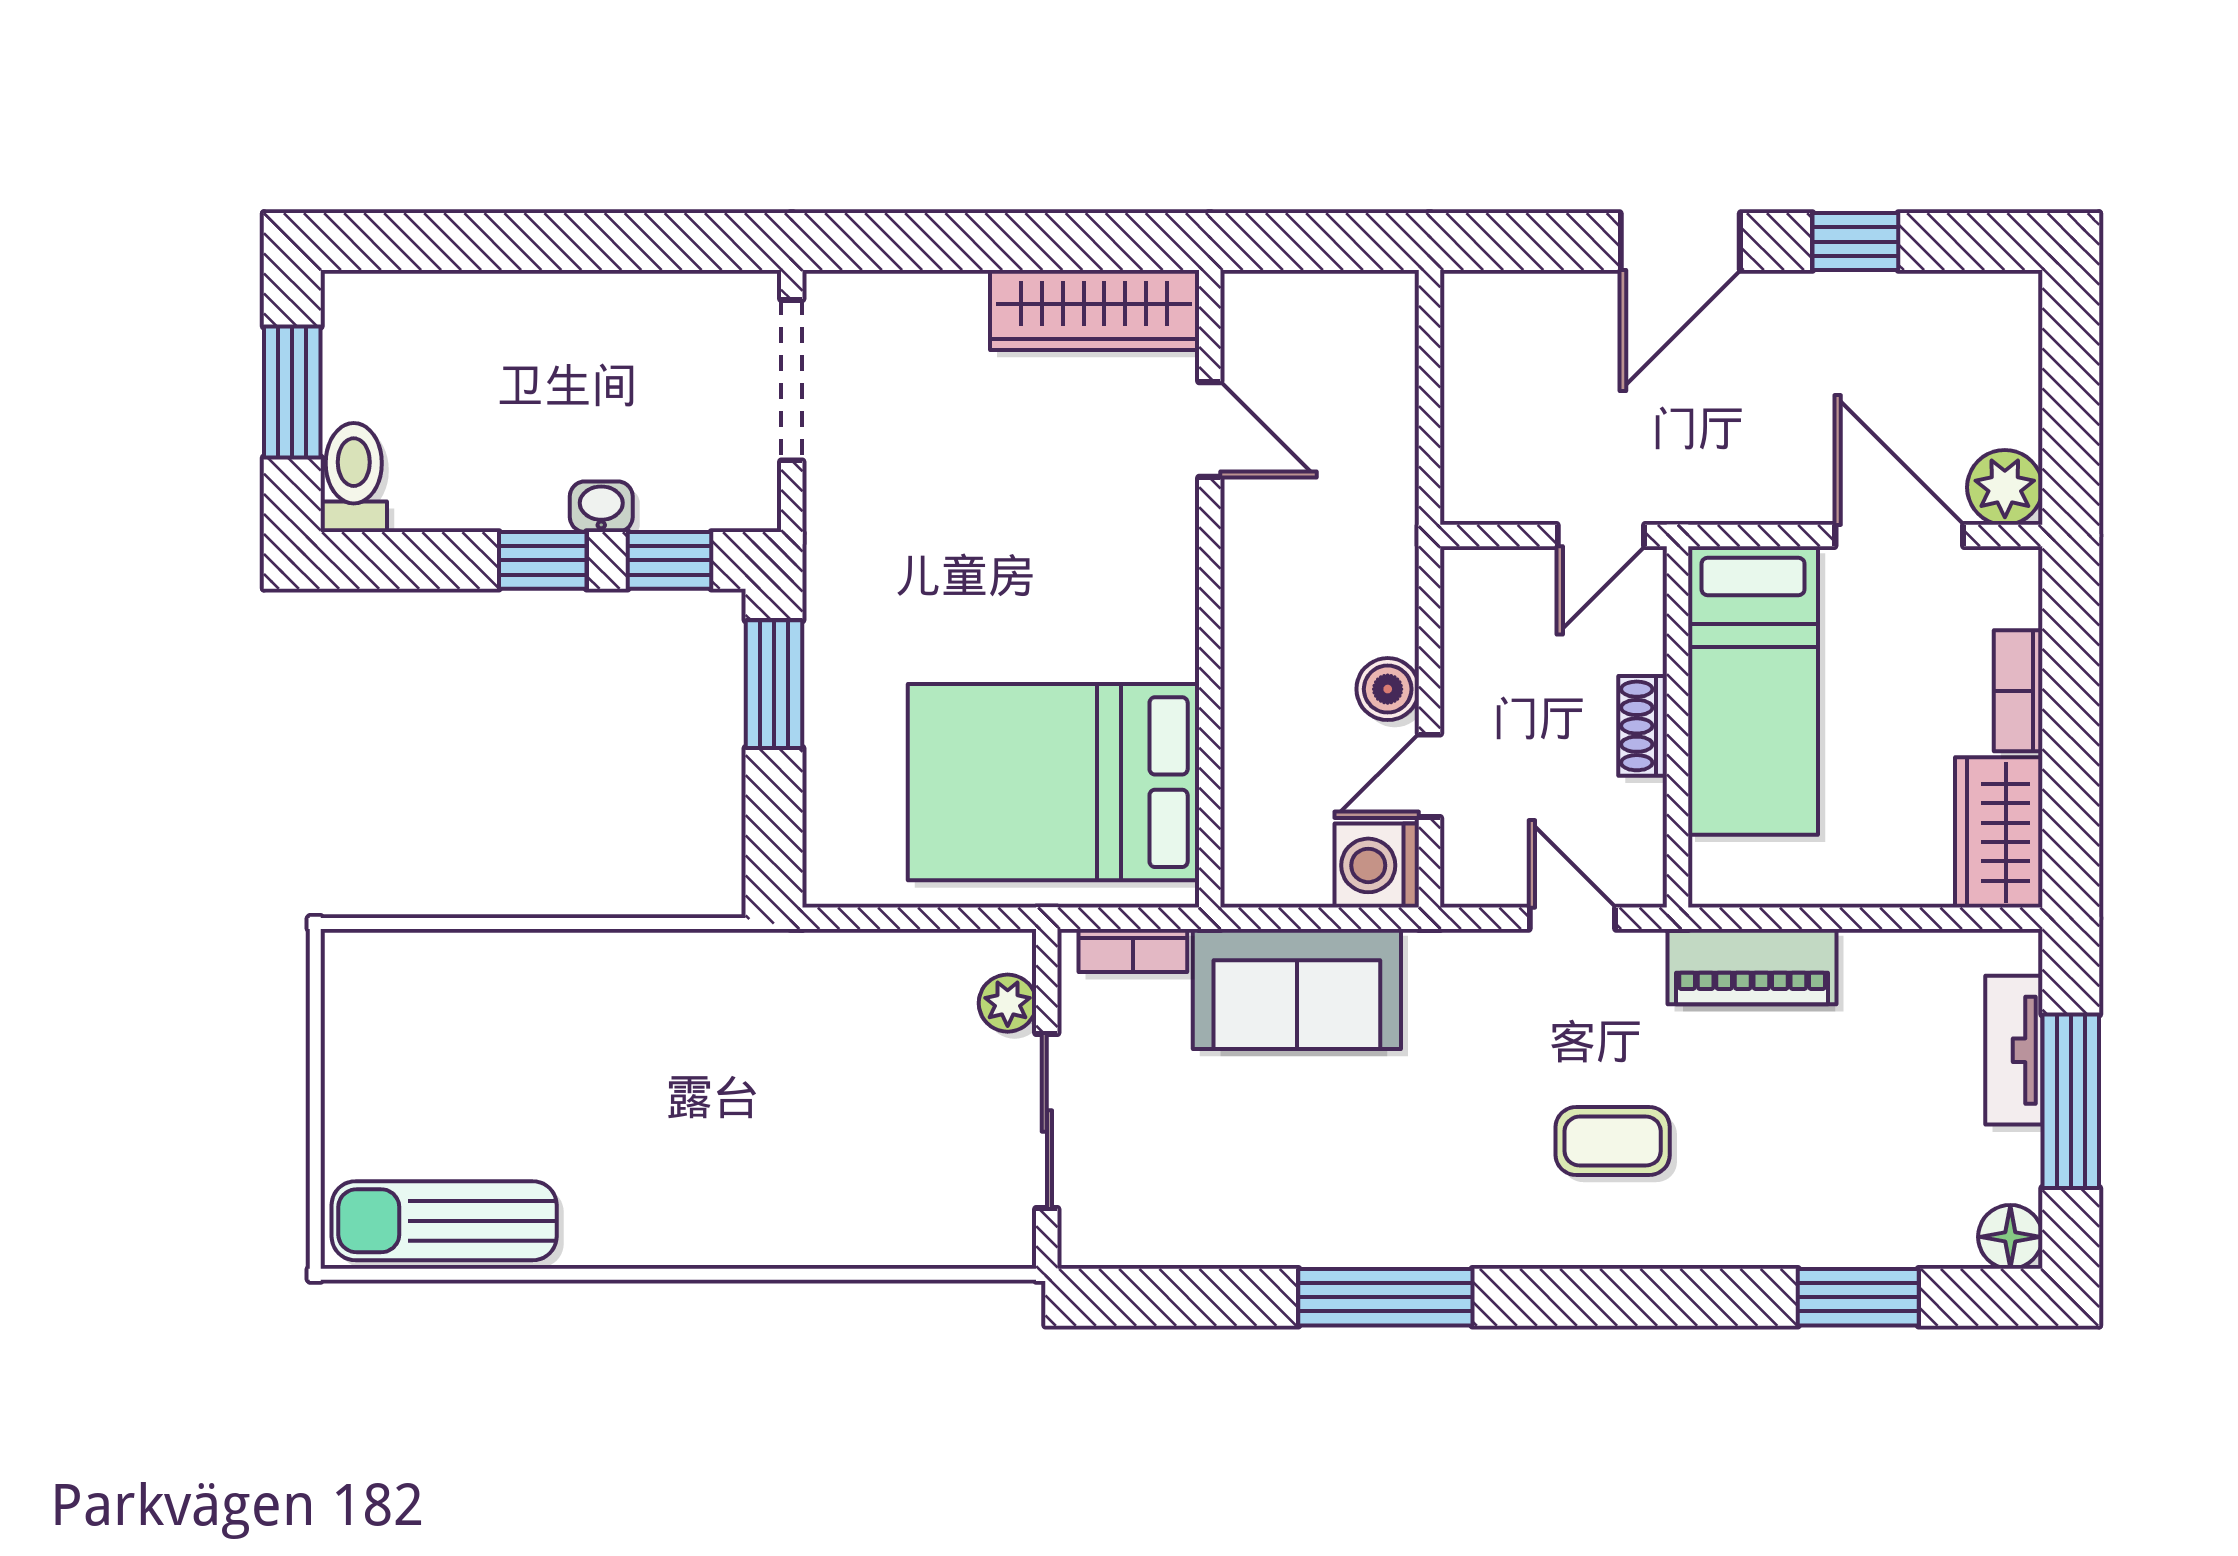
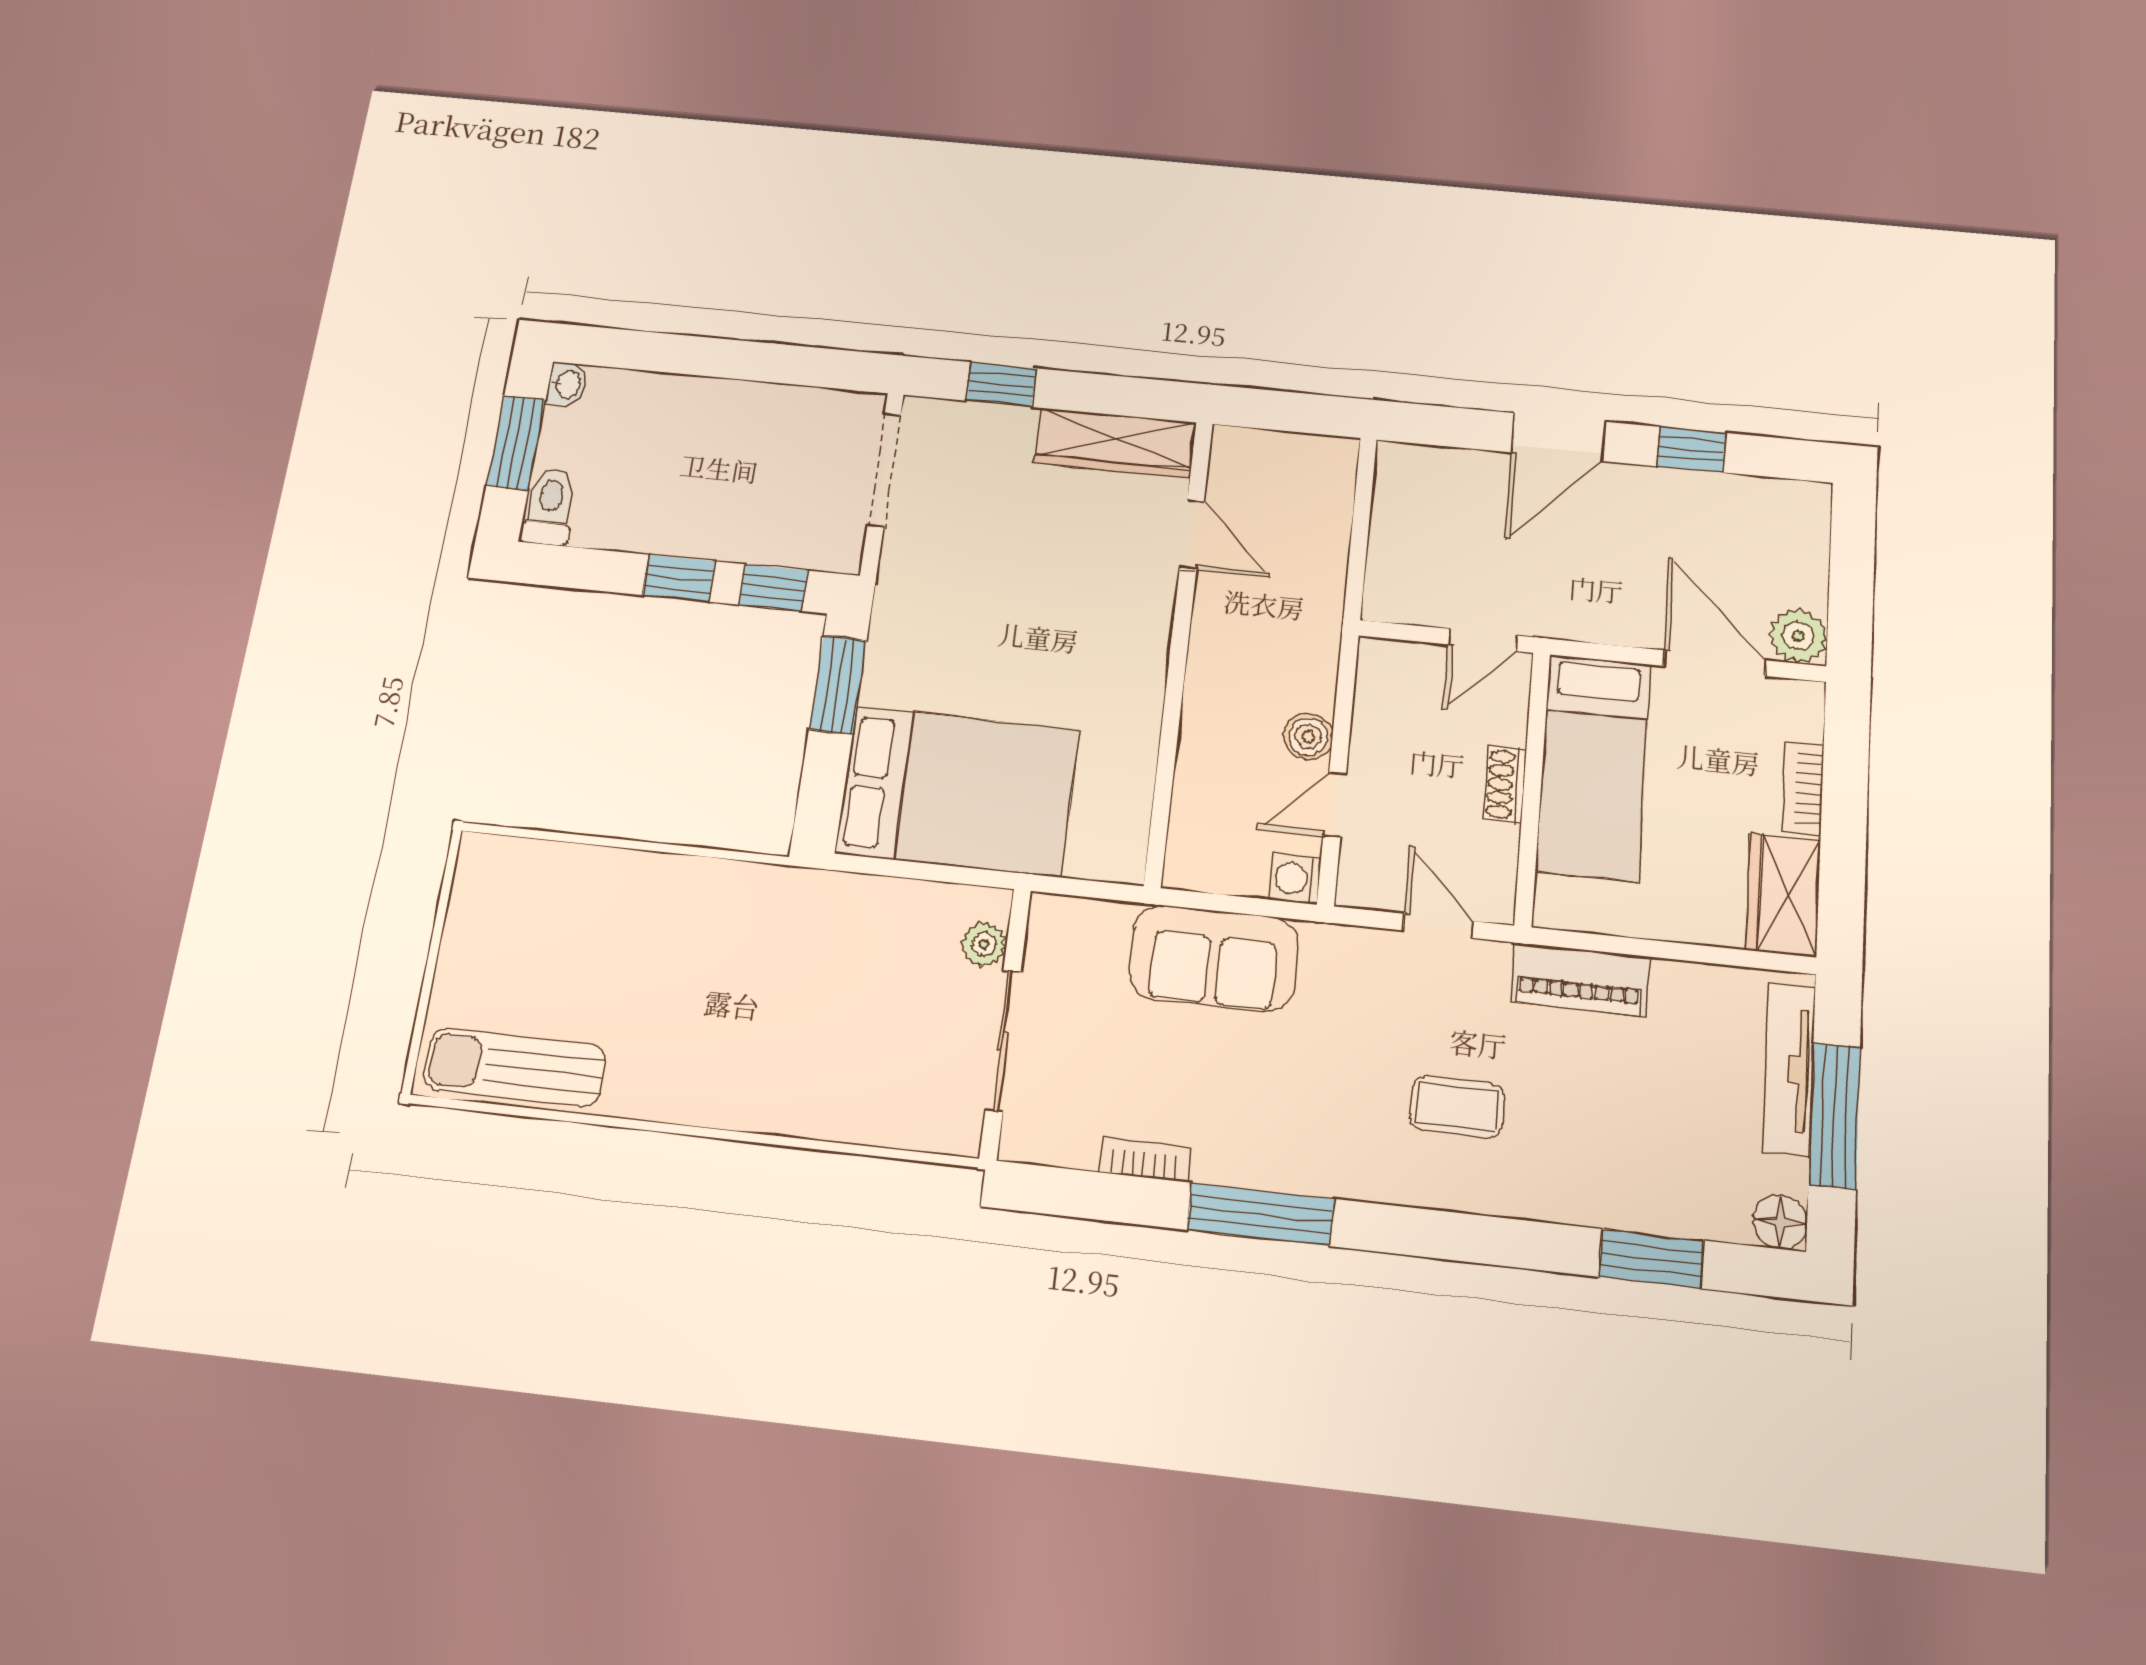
window: (931, 242) -> (1001, 384), added
washbasin: (601, 507) -> (567, 384), moved, turned 90
bed: (1054, 782) -> (958, 791), moved, turned 180
washing machine: (1377, 865) -> (1295, 879), width x0.73, depth x0.73
bookcase: (1133, 951) -> (1145, 1159), moved, turned 180
tv unit: (2014, 1050) -> (1789, 1069), width x1.41

